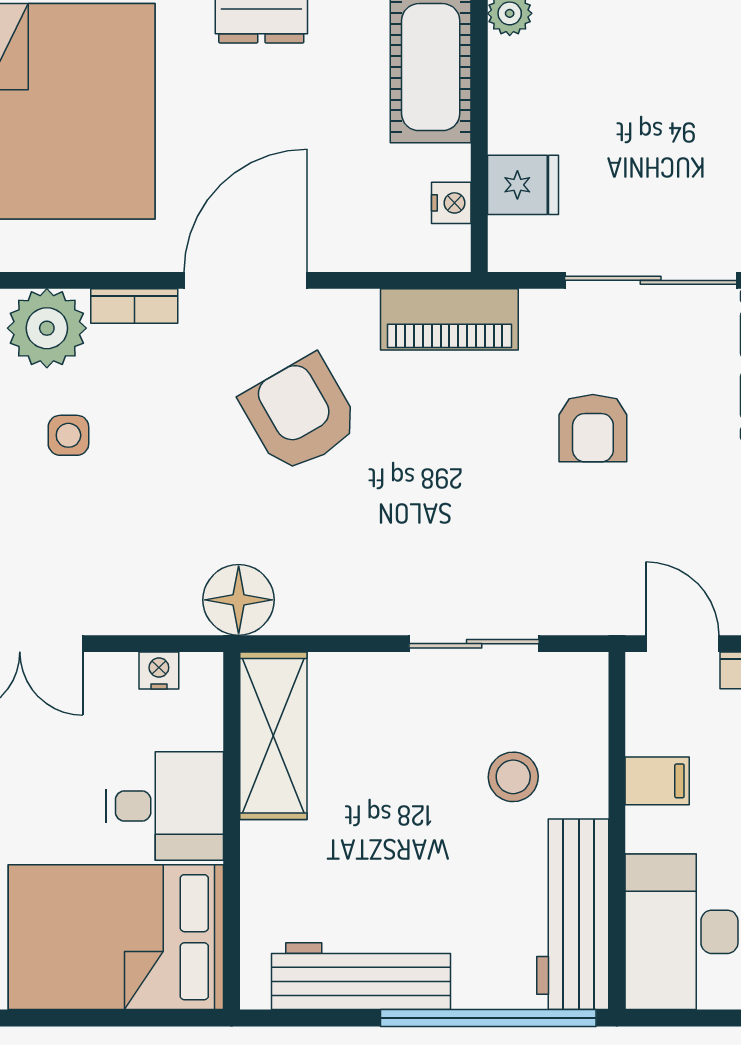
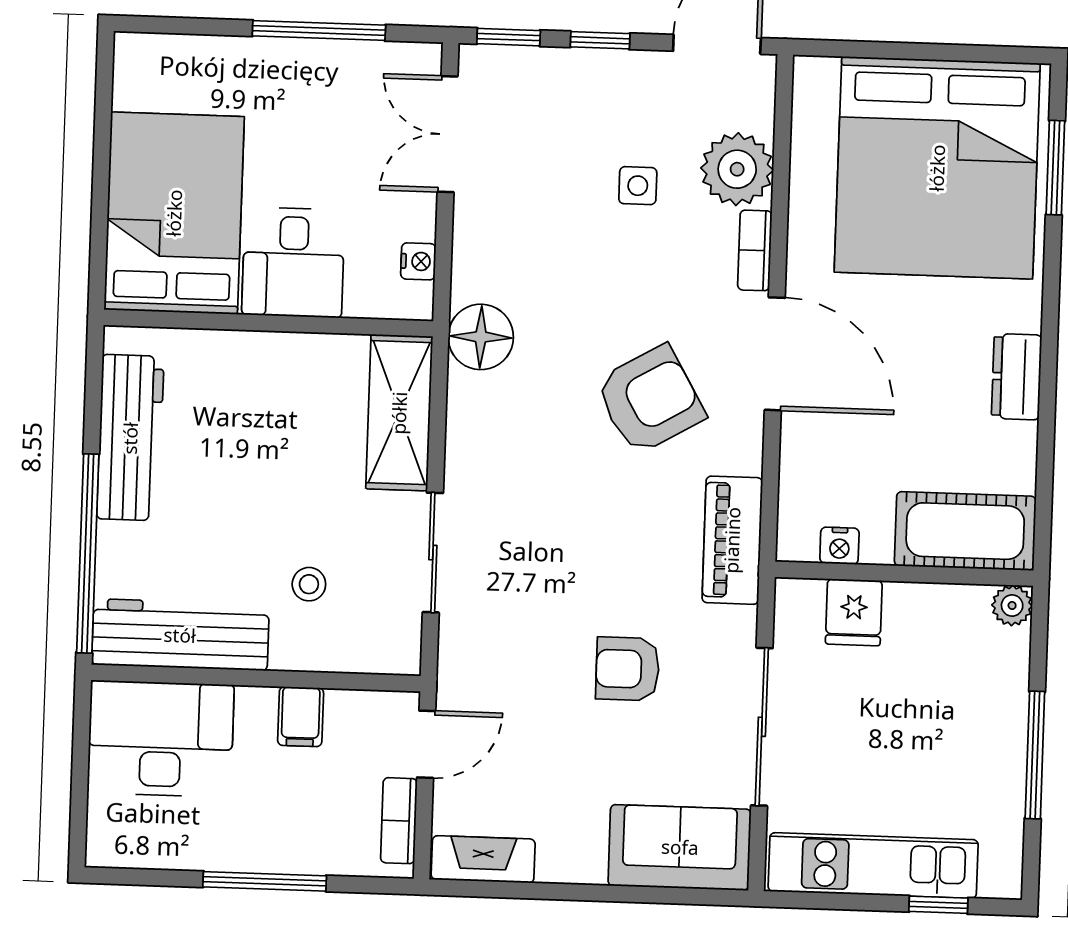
shelving: (273, 736) -> (399, 413), moved, turned 90
stool: (513, 777) -> (309, 584), width x0.73, depth x0.73

